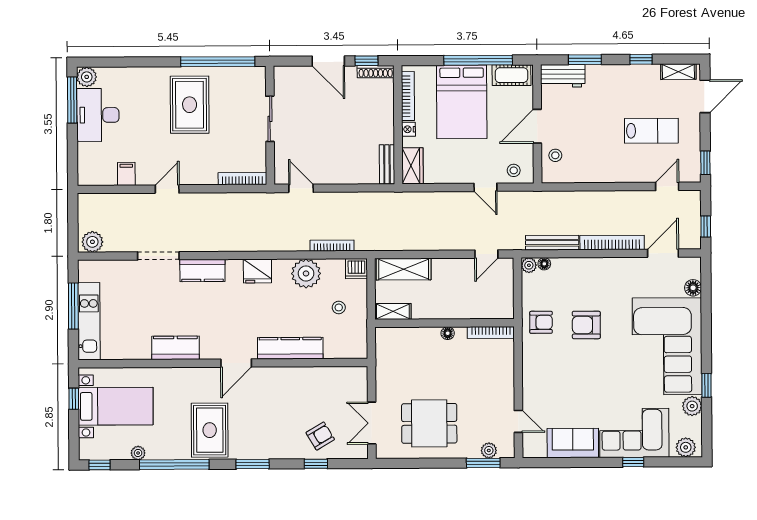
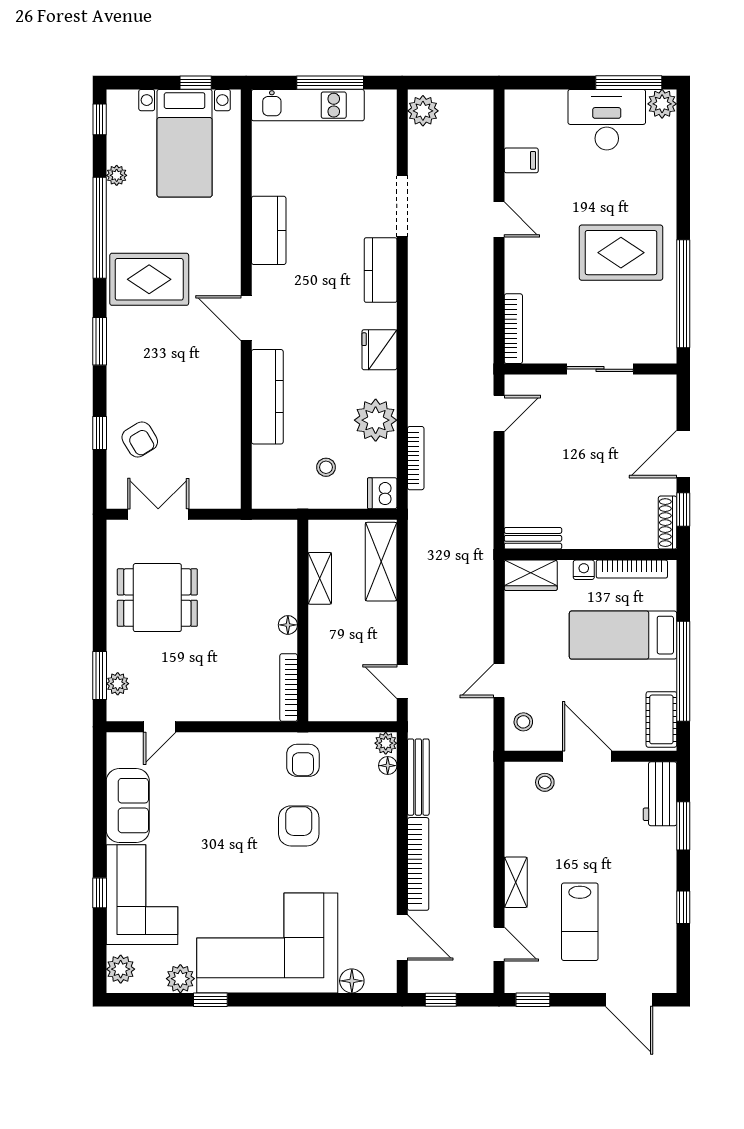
shelving: (678, 72) -> (516, 882), moved
bed: (462, 102) -> (623, 635), width x0.67
shelving: (393, 311) -> (320, 578), moved
dining table: (429, 423) -> (157, 598), turned 90

